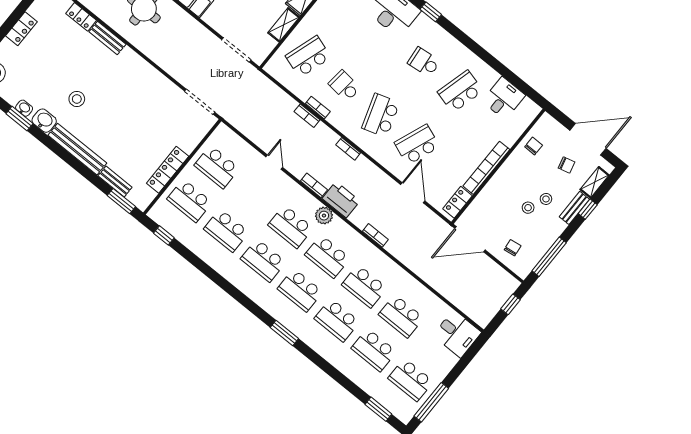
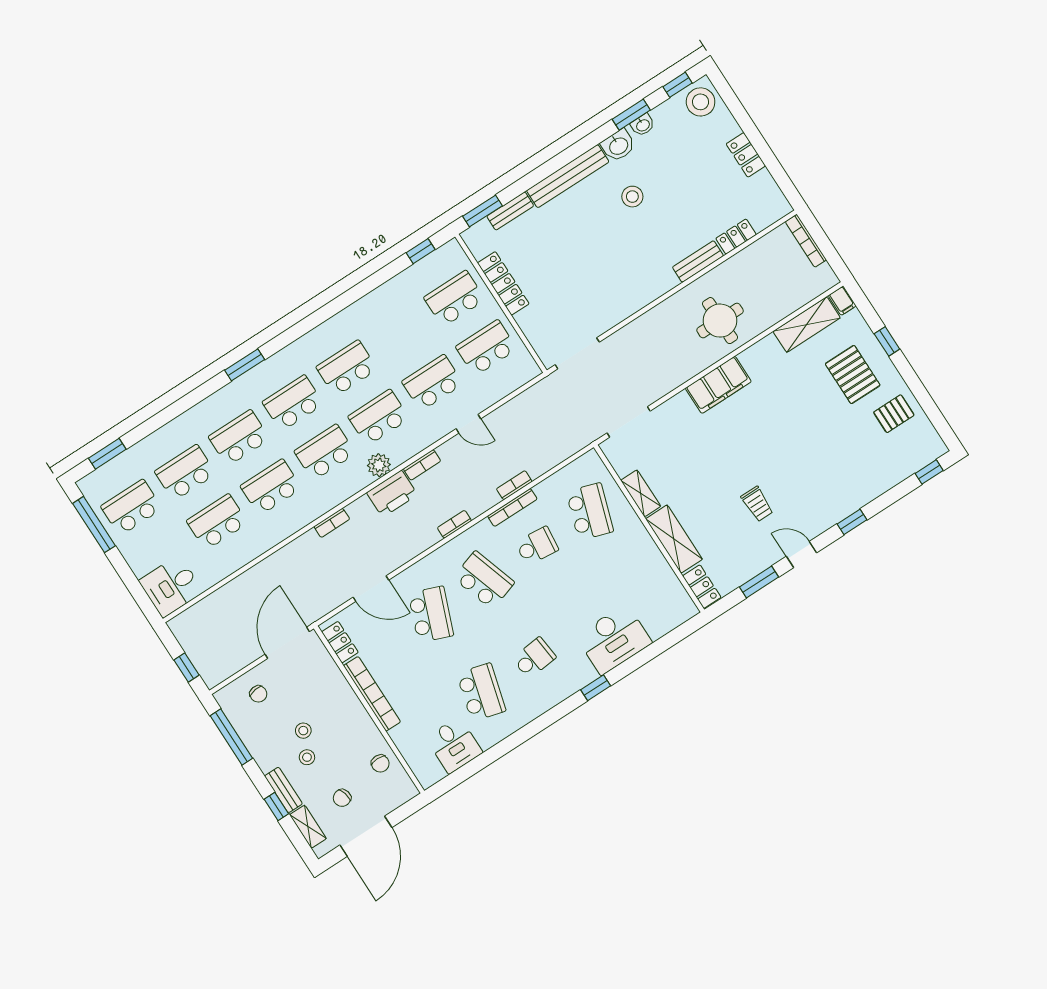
bookcase: (318, 108) -> (512, 508), width x1.56
school desk: (226, 231) -> (432, 383), moved

